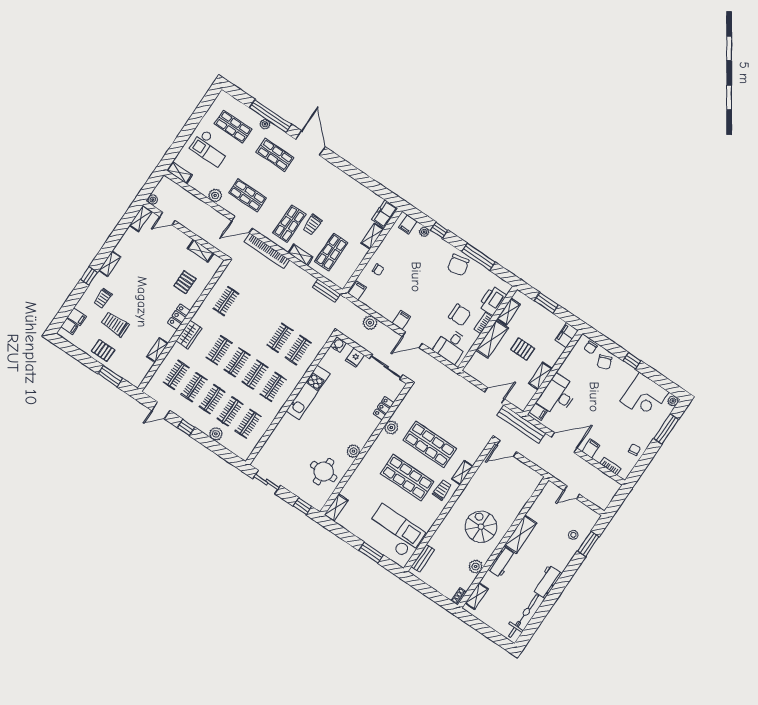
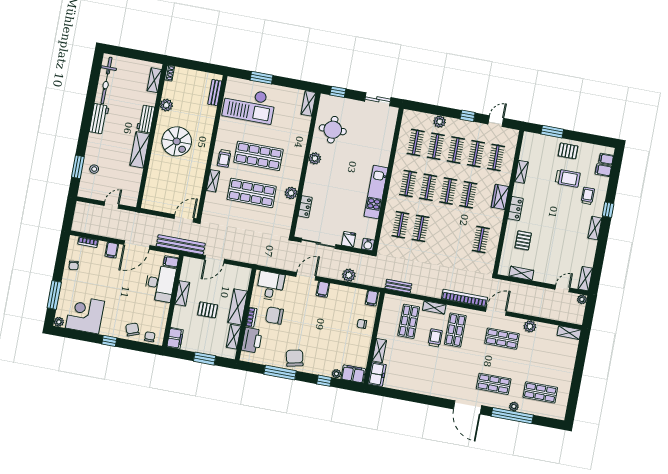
checkout: (210, 148) -> (552, 365), removed
filing cabinet: (408, 224) -> (353, 374), width x2.00

